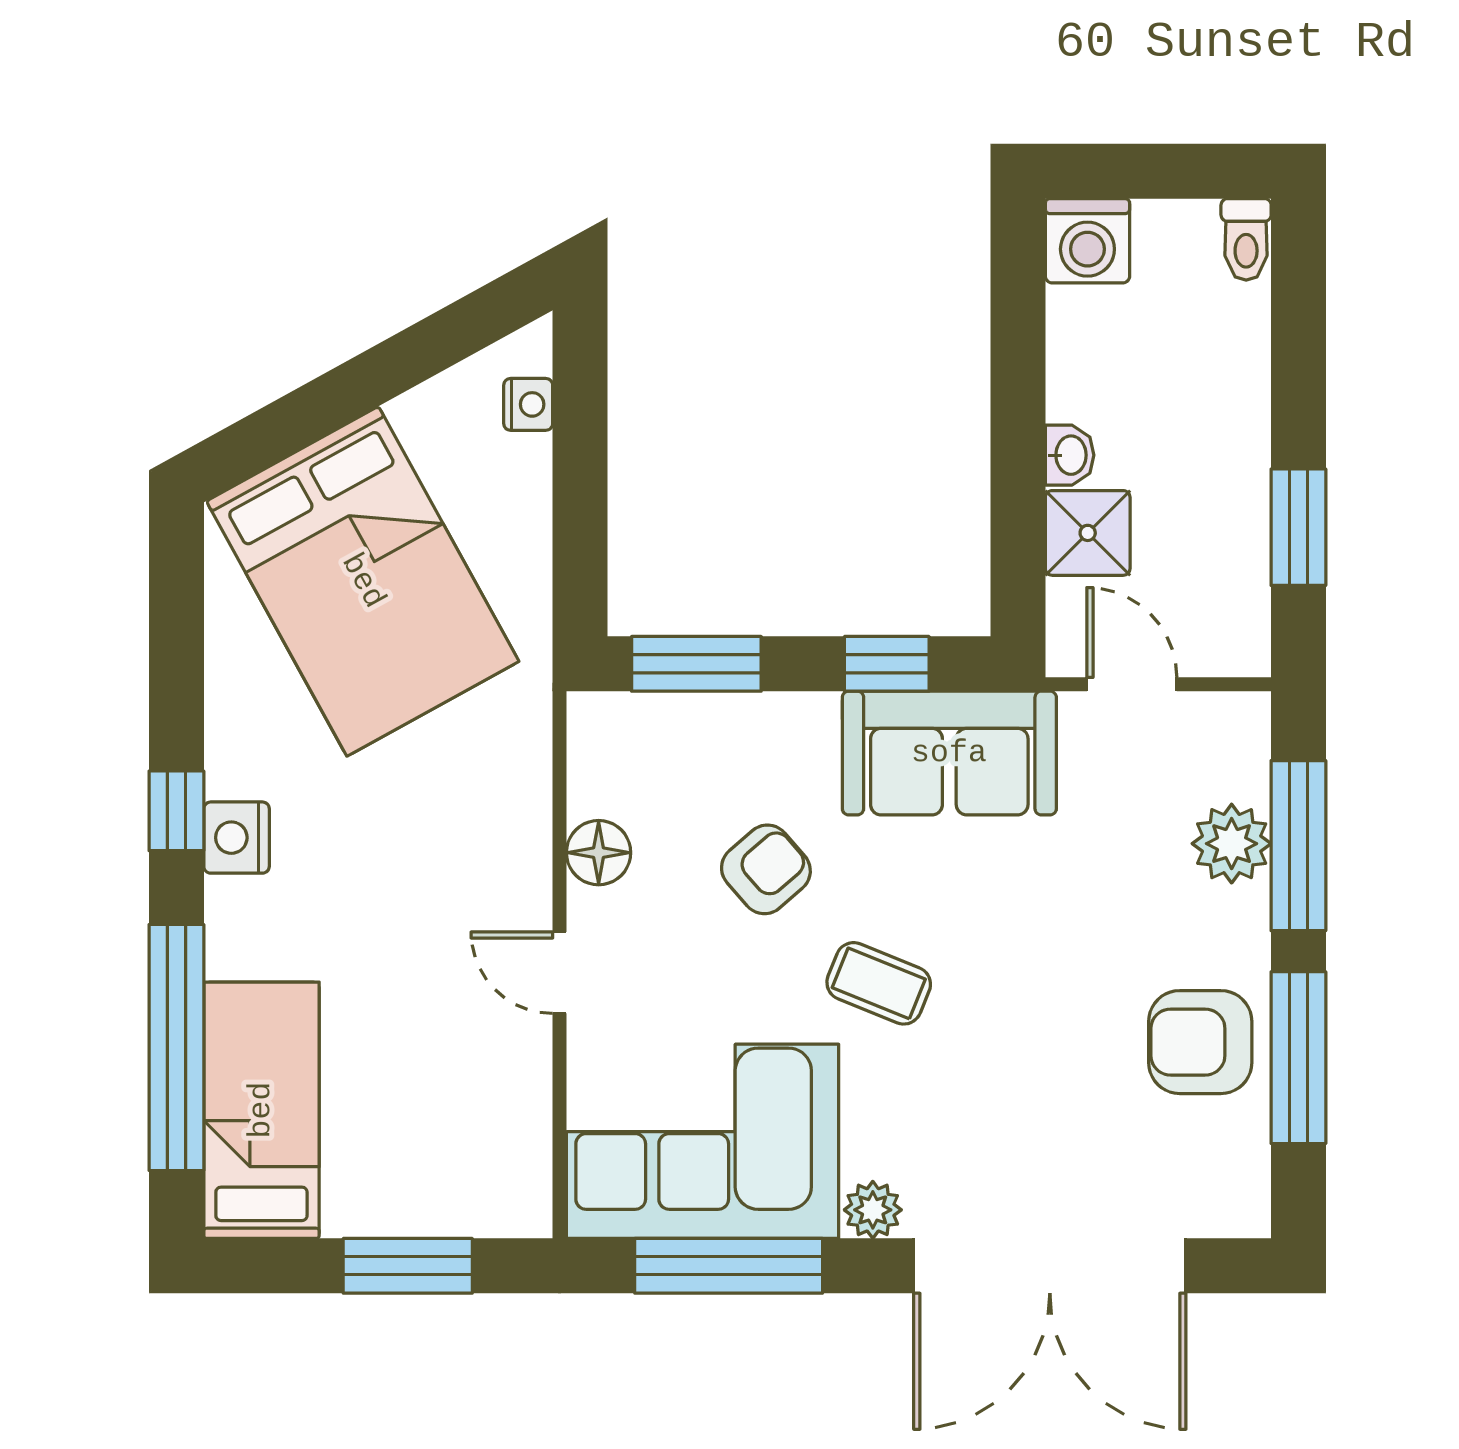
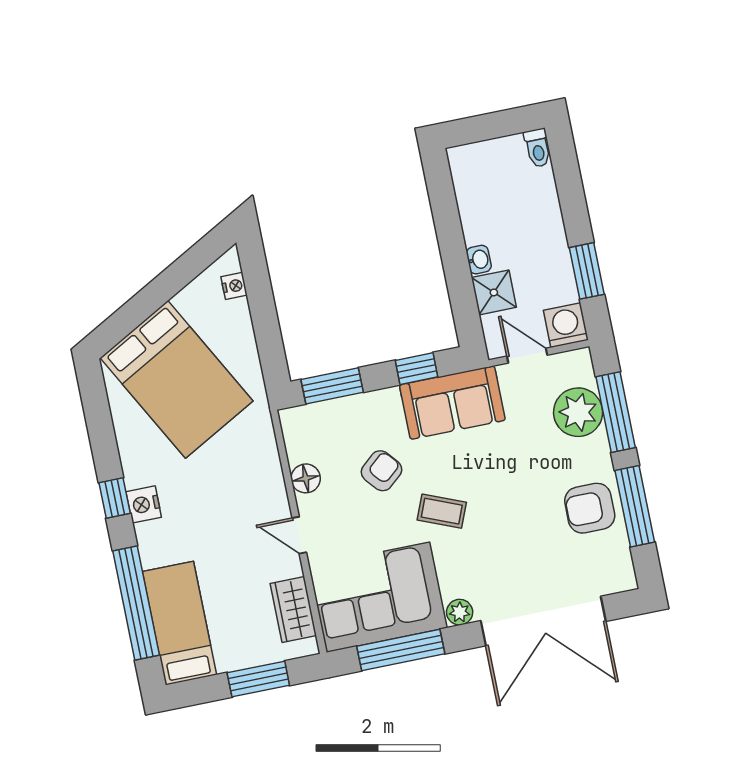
washing machine: (1087, 241) -> (566, 325), moved, turned 180
plant: (1232, 844) -> (578, 412), width x1.36, depth x1.36
wardrobe: (514, 1131) -> (293, 610), added

